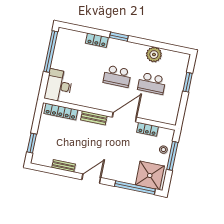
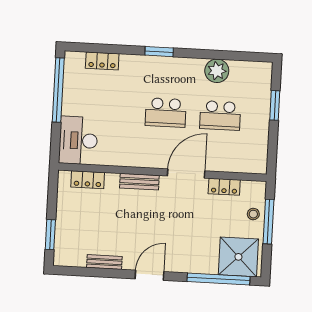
locker: (97, 40) -> (102, 61), moved
locker: (61, 112) -> (88, 180), width x0.66

